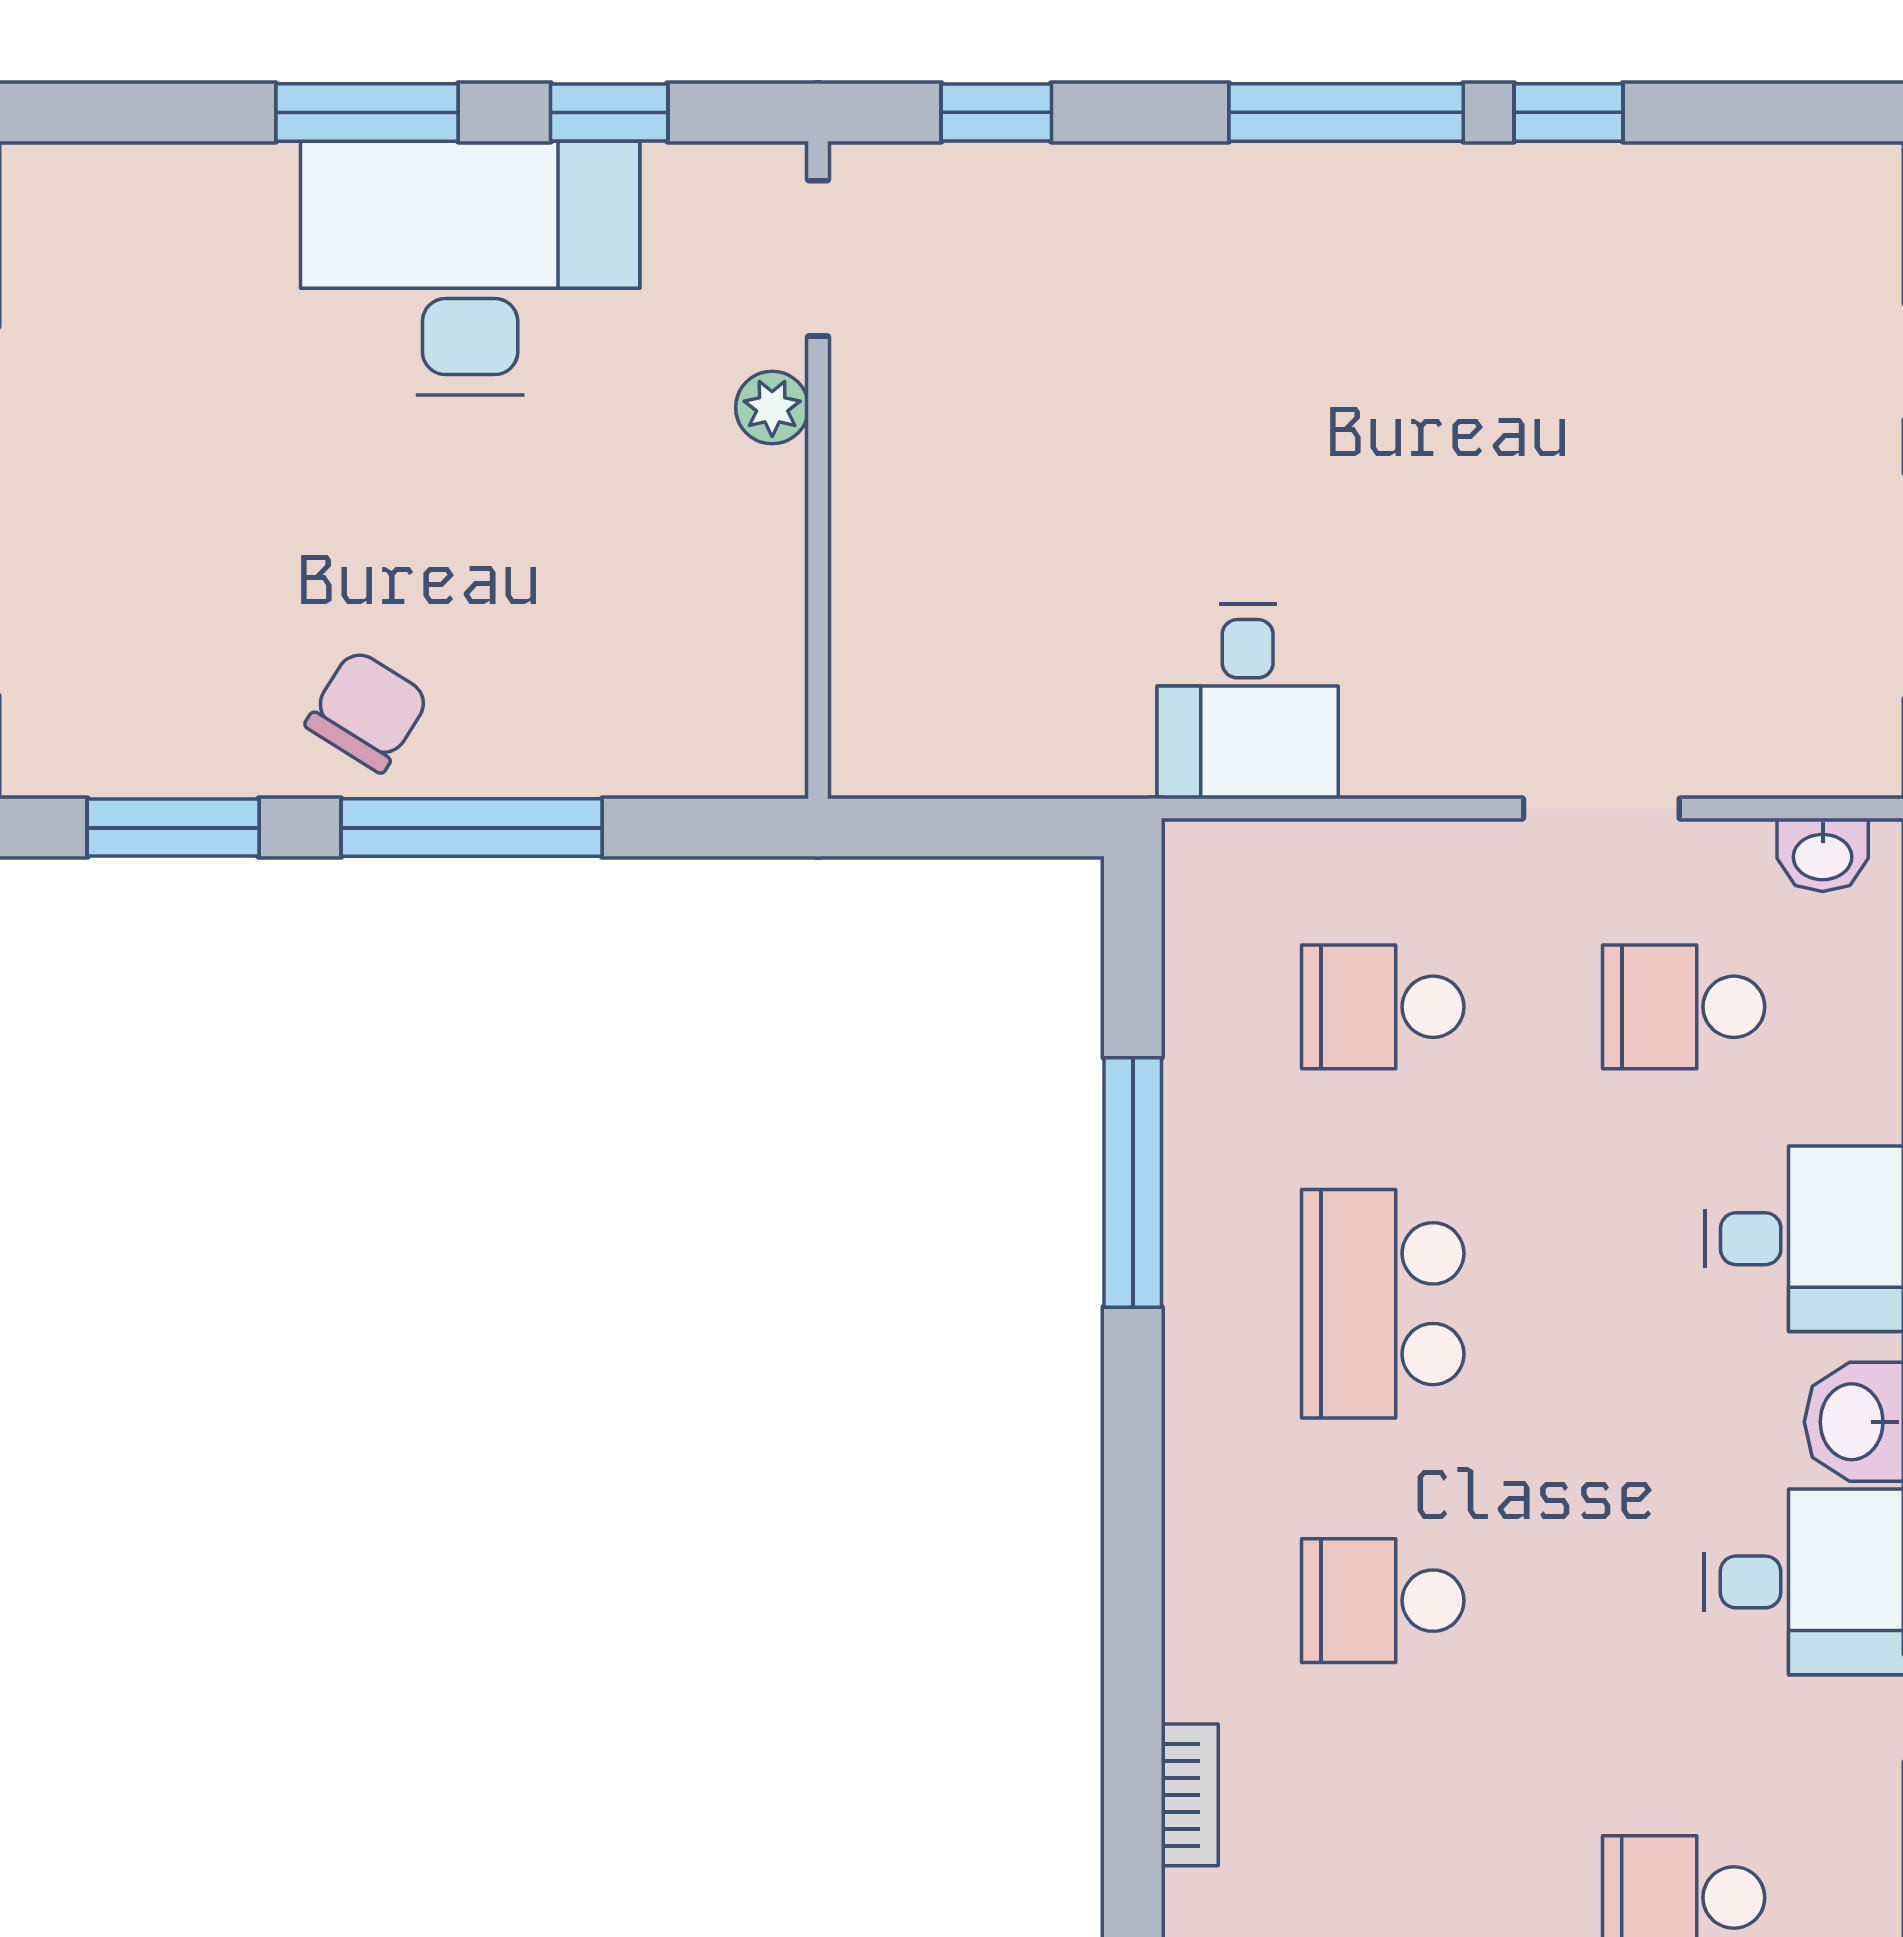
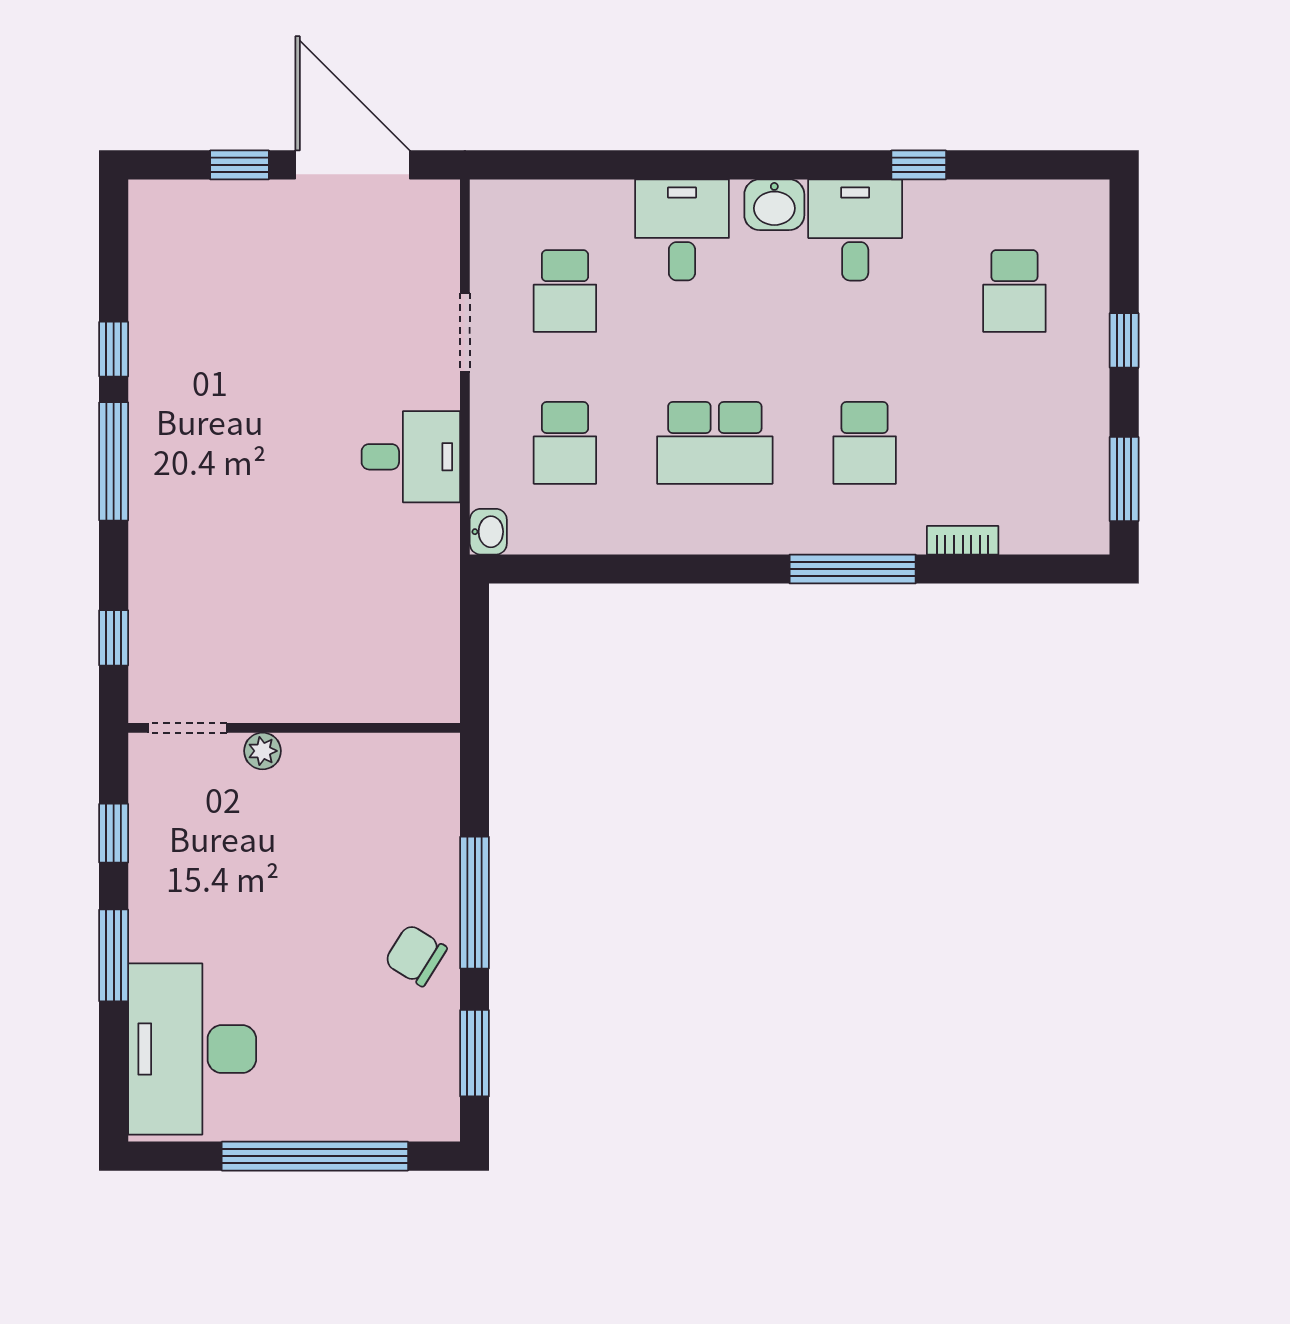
desk: (470, 268) -> (192, 1049), moved
desk: (1248, 701) -> (411, 457), moved
washbasin: (1823, 855) -> (488, 532), moved
window: (1133, 1182) -> (853, 569), moved

